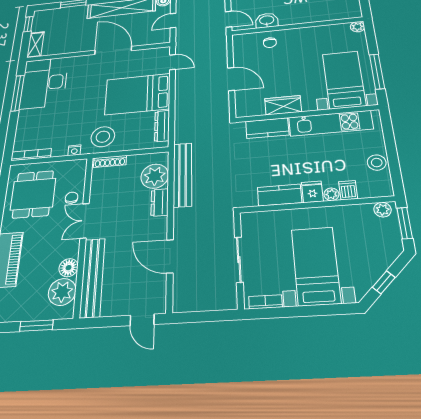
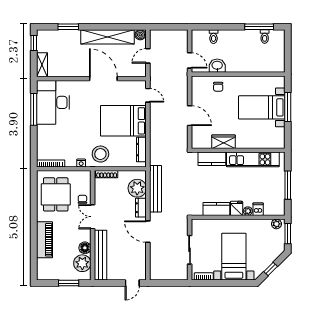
plant: (357, 27) -> (280, 81), removed
window: (377, 71) -> (288, 107), moved
bed with nightstands: (344, 80) -> (262, 107), moved, turned -90
window: (392, 153) -> (288, 185), added
stool: (377, 163) -> (278, 191), removed
door: (170, 256) -> (148, 232), moved
door: (142, 320) -> (132, 283), hinge flipped

